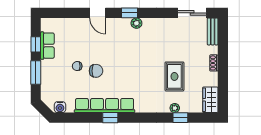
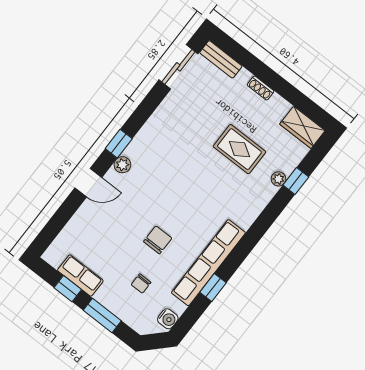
plant: (136, 23) -> (122, 165), moved
chair: (77, 66) -> (141, 284), moved
window: (110, 118) -> (213, 287), moved

